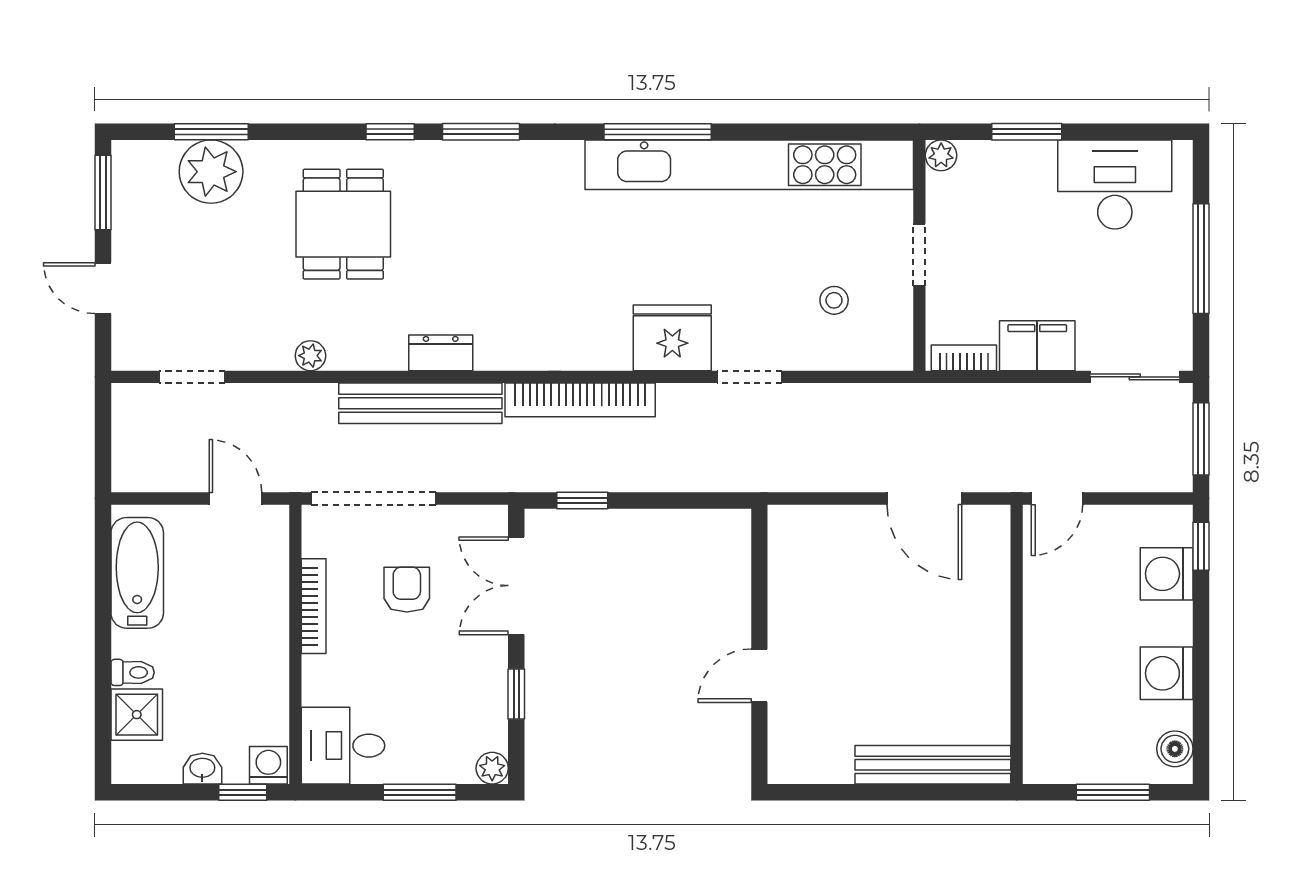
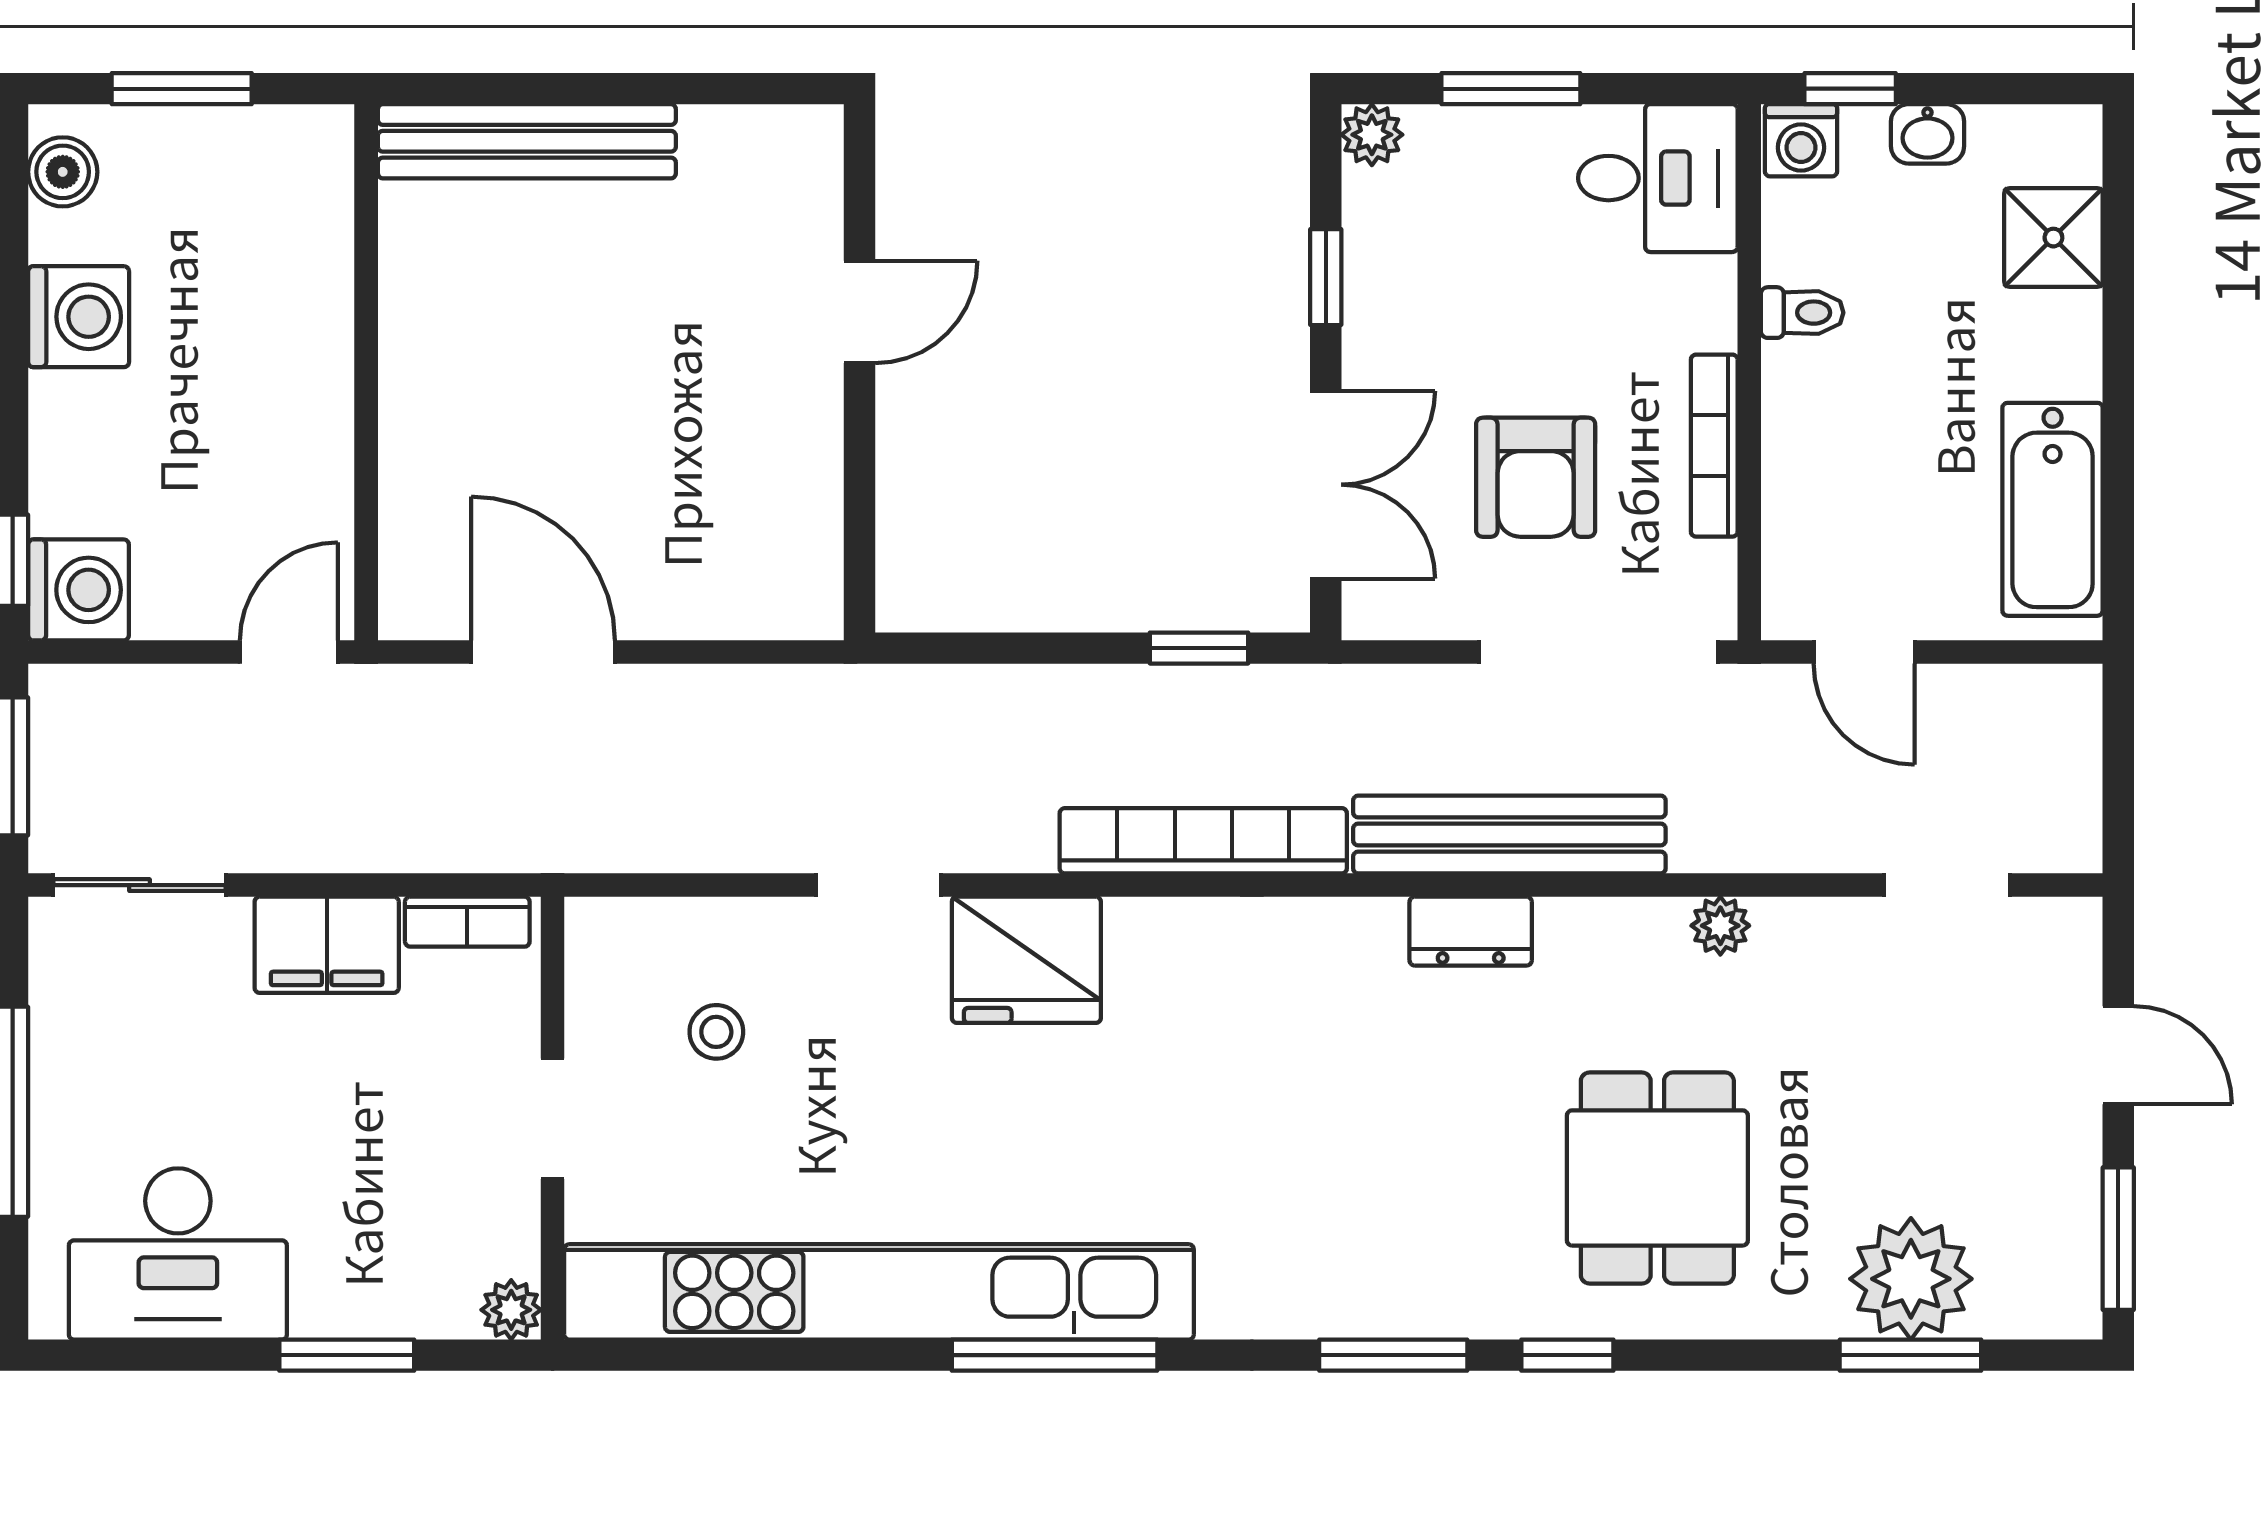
washing machine: (1167, 574) -> (79, 590), moved
armchair: (407, 590) -> (1536, 477), width x1.38, depth x1.38
toilet: (133, 672) -> (1802, 313), moved, turned 180

